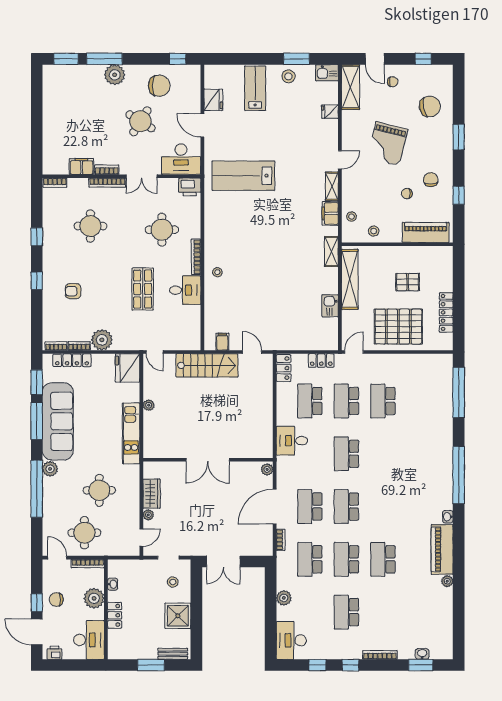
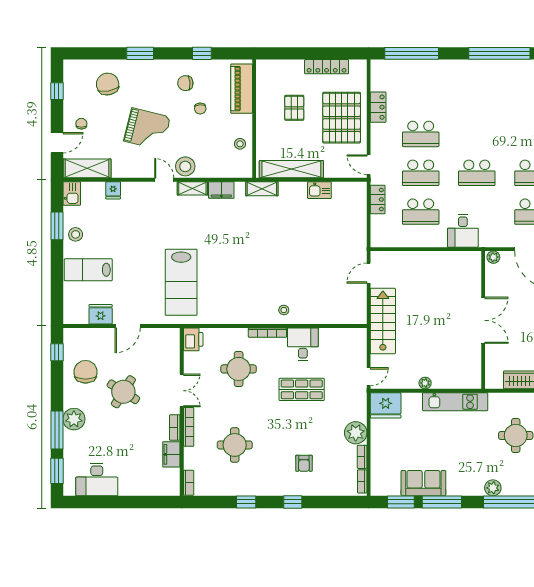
desk: (181, 159) -> (97, 480), moved, turned 90
stool: (351, 217) -> (185, 166), moved, width x1.89, depth x1.89
filing cabinet: (222, 342) -> (358, 305), removed
locker: (72, 360) -> (377, 465), removed
locker: (284, 368) -> (378, 107), moved, turned 90
sofa: (58, 421) -> (423, 483), width x0.54, depth x0.79

